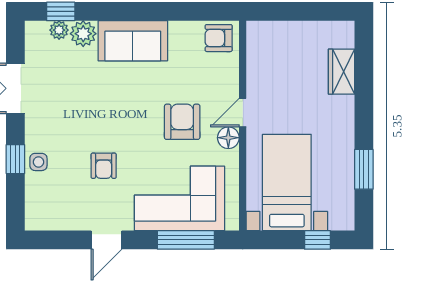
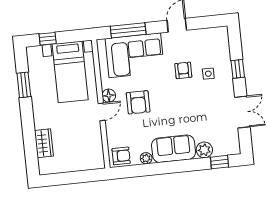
plant: (59, 30) -> (146, 158), moved
side table: (38, 162) -> (208, 74), moved

